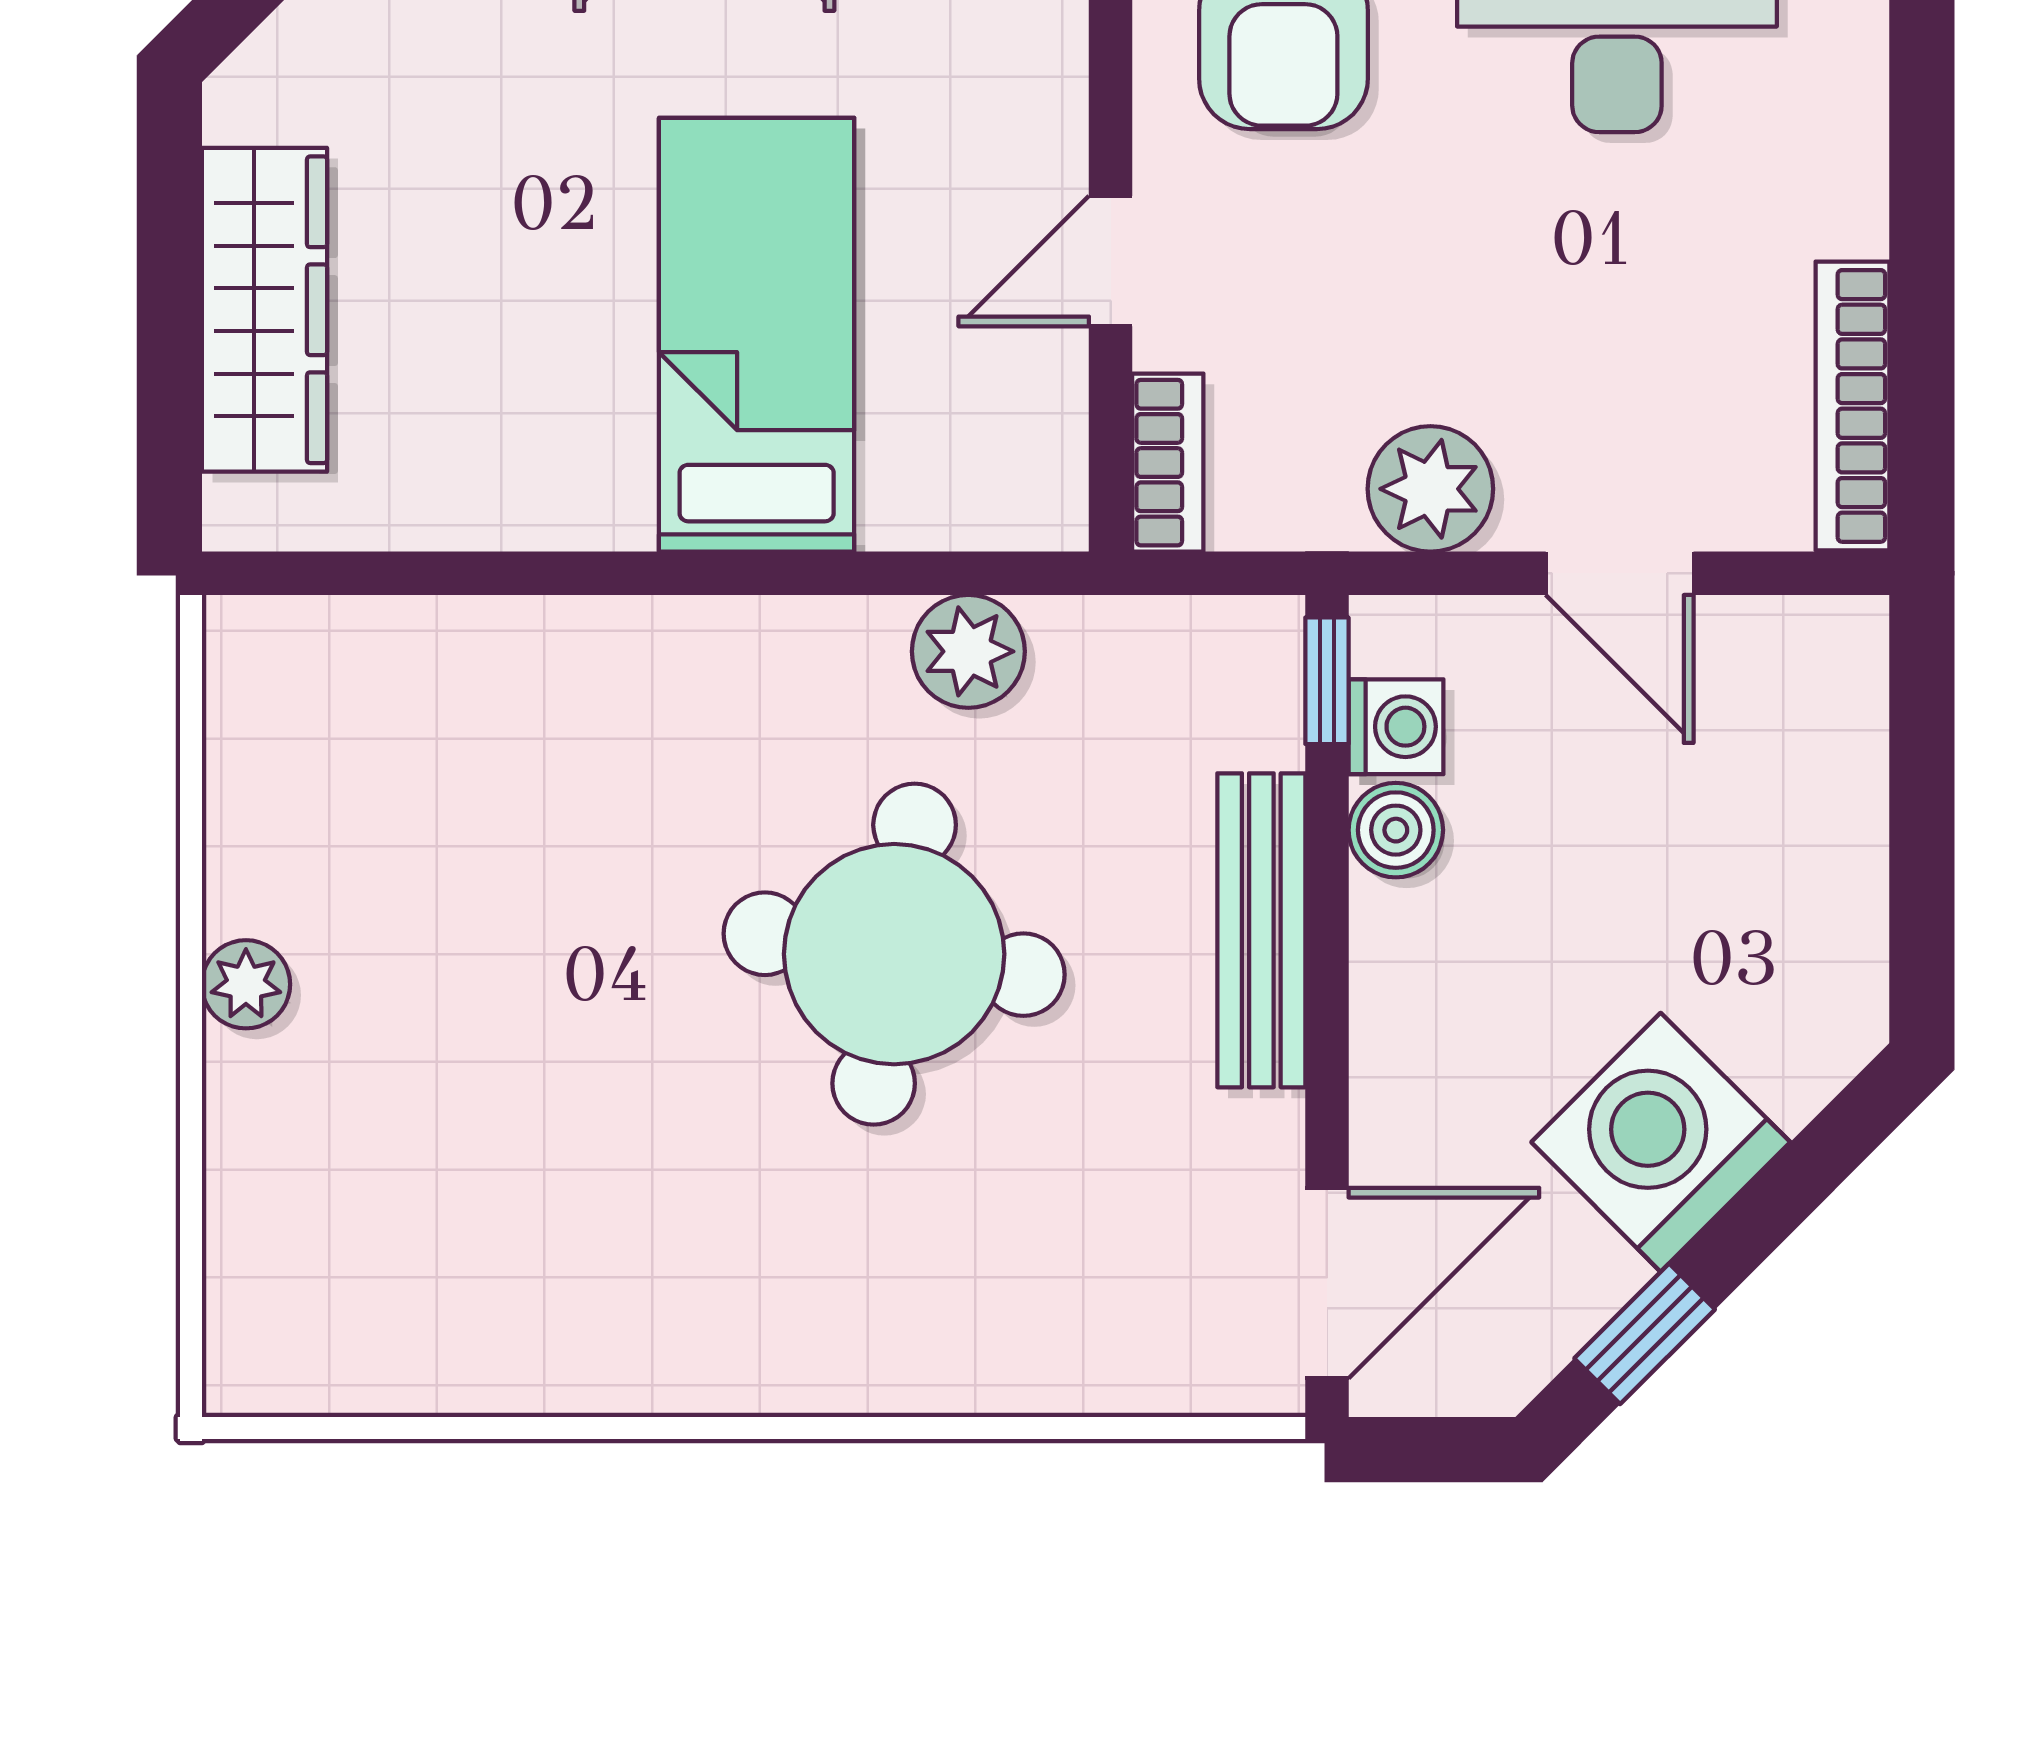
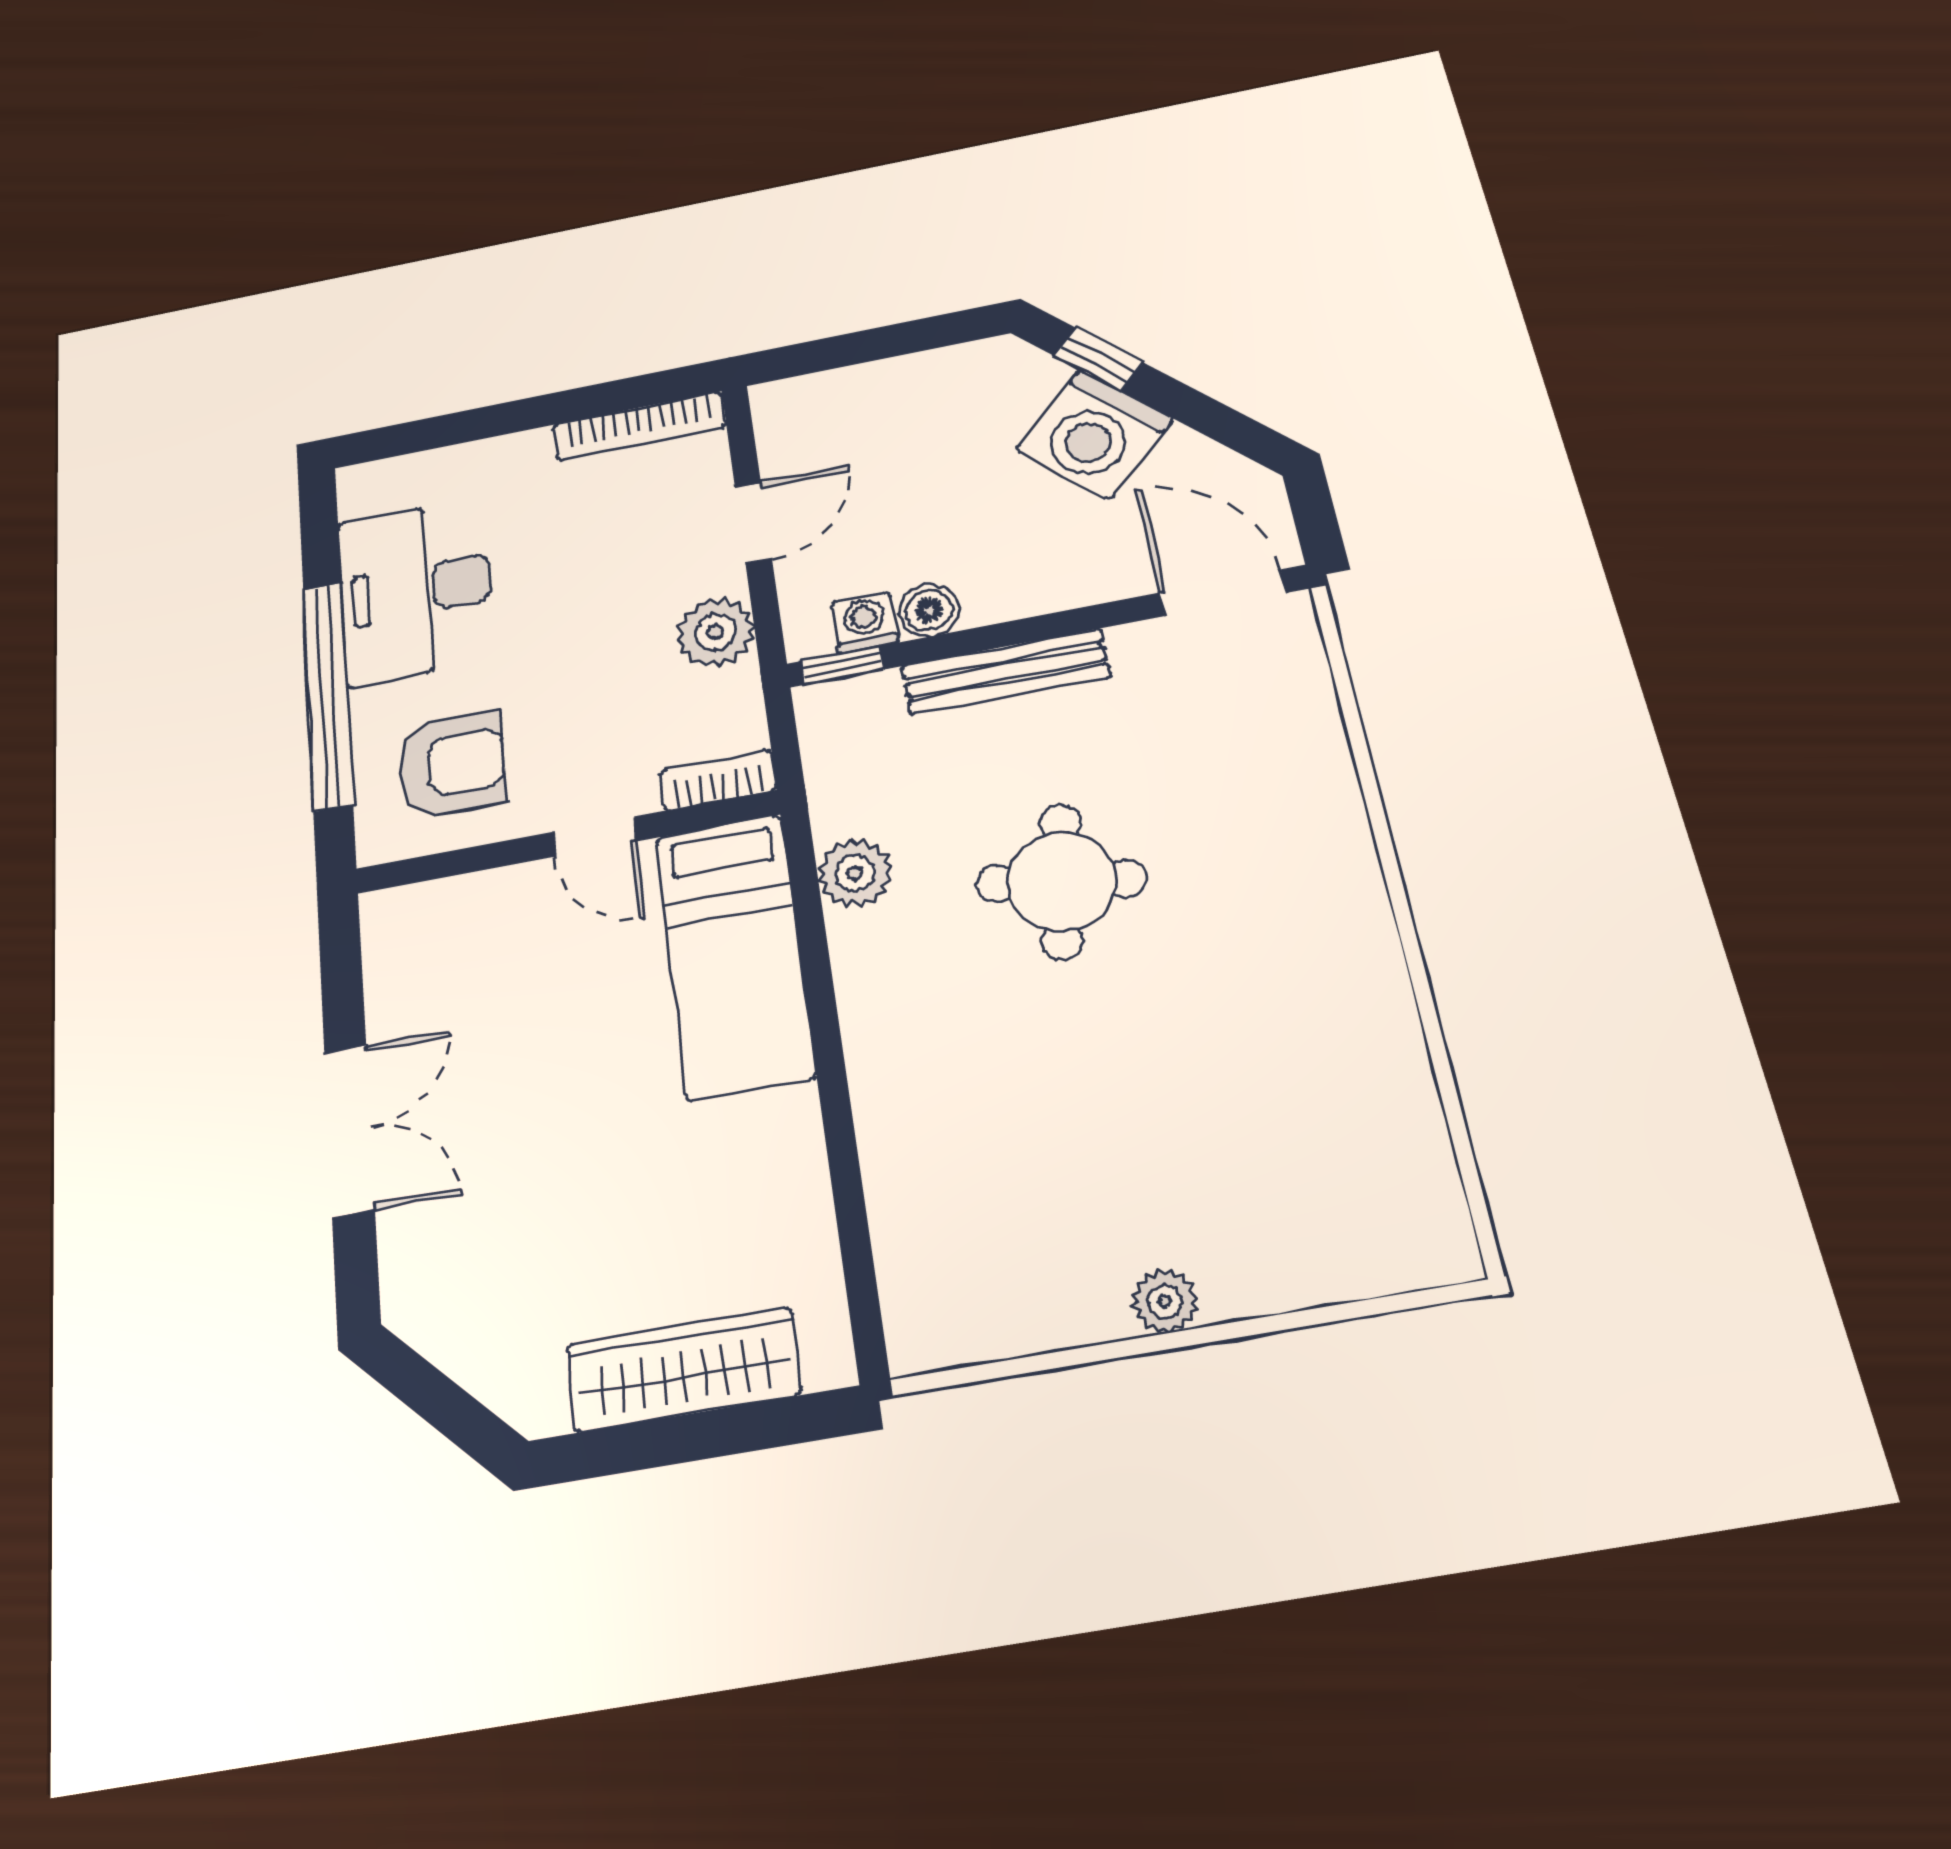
bed: (757, 335) -> (734, 955), moved, turned -90
round table: (894, 954) -> (1061, 881), width x0.73, depth x0.73
window: (1645, 1334) -> (1098, 359), moved

